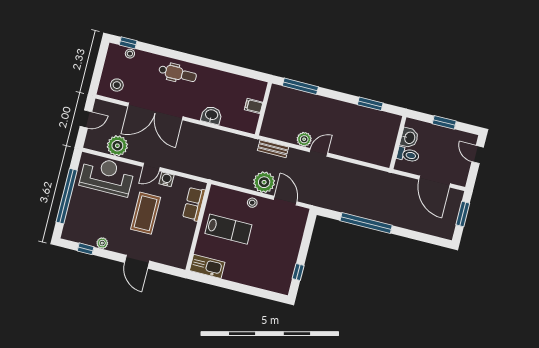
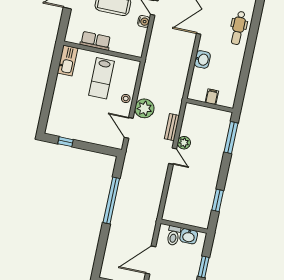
bench: (273, 149) -> (172, 127), moved
door: (285, 201) -> (129, 128), swing flipped
row of seats: (194, 204) -> (95, 41), moved

